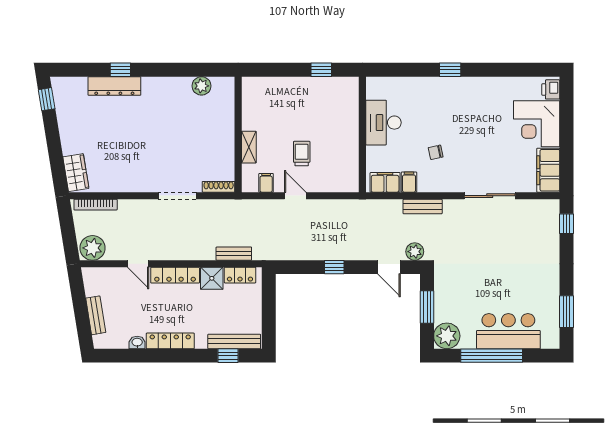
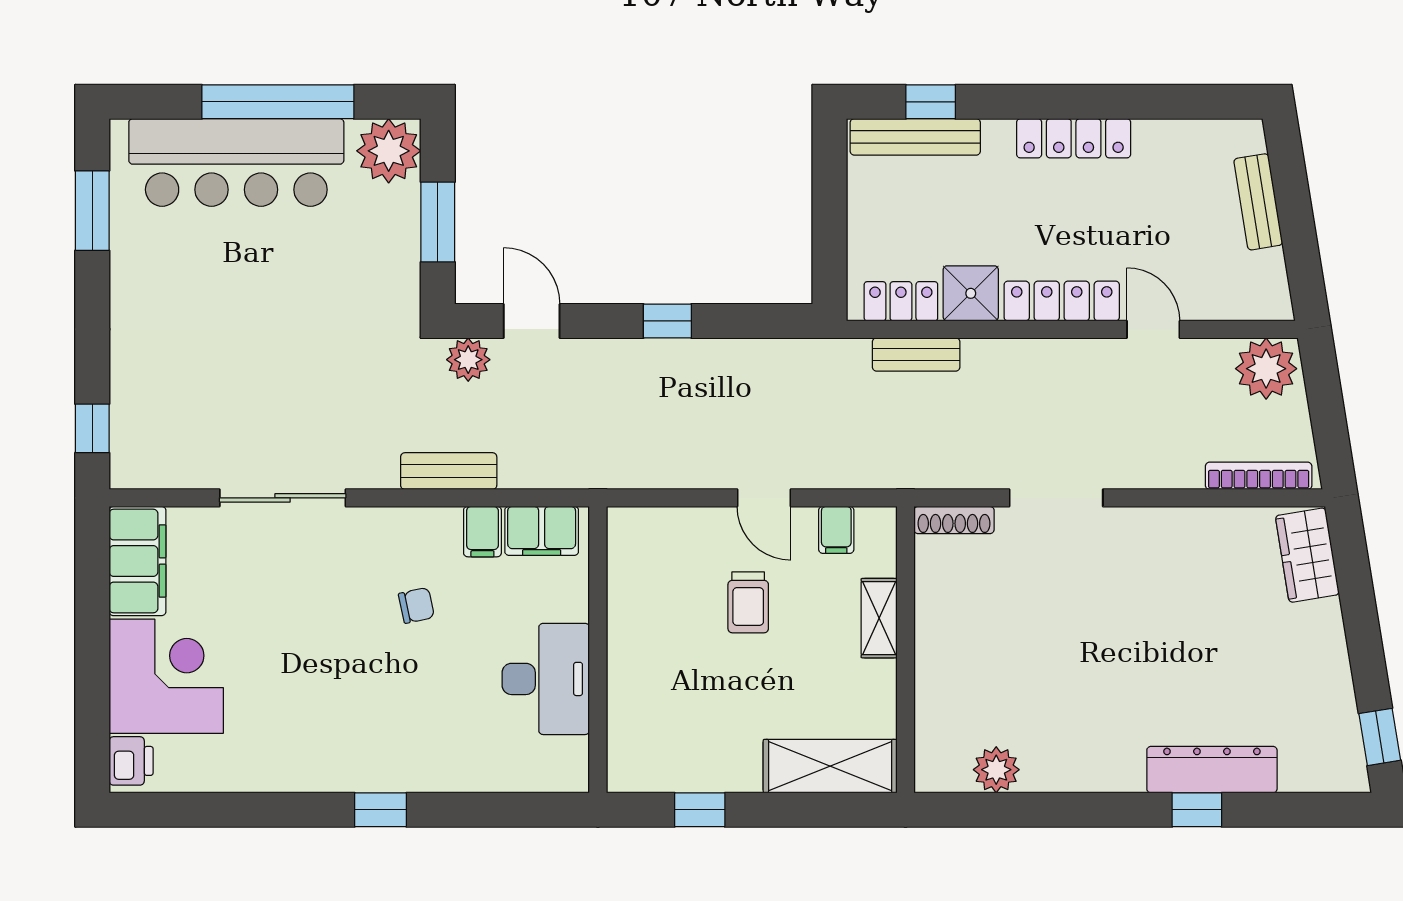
shelving: (269, 87) -> (830, 766), added
bar counter: (508, 331) -> (236, 162), width x1.36
washbasin: (137, 343) -> (1156, 134), removed

